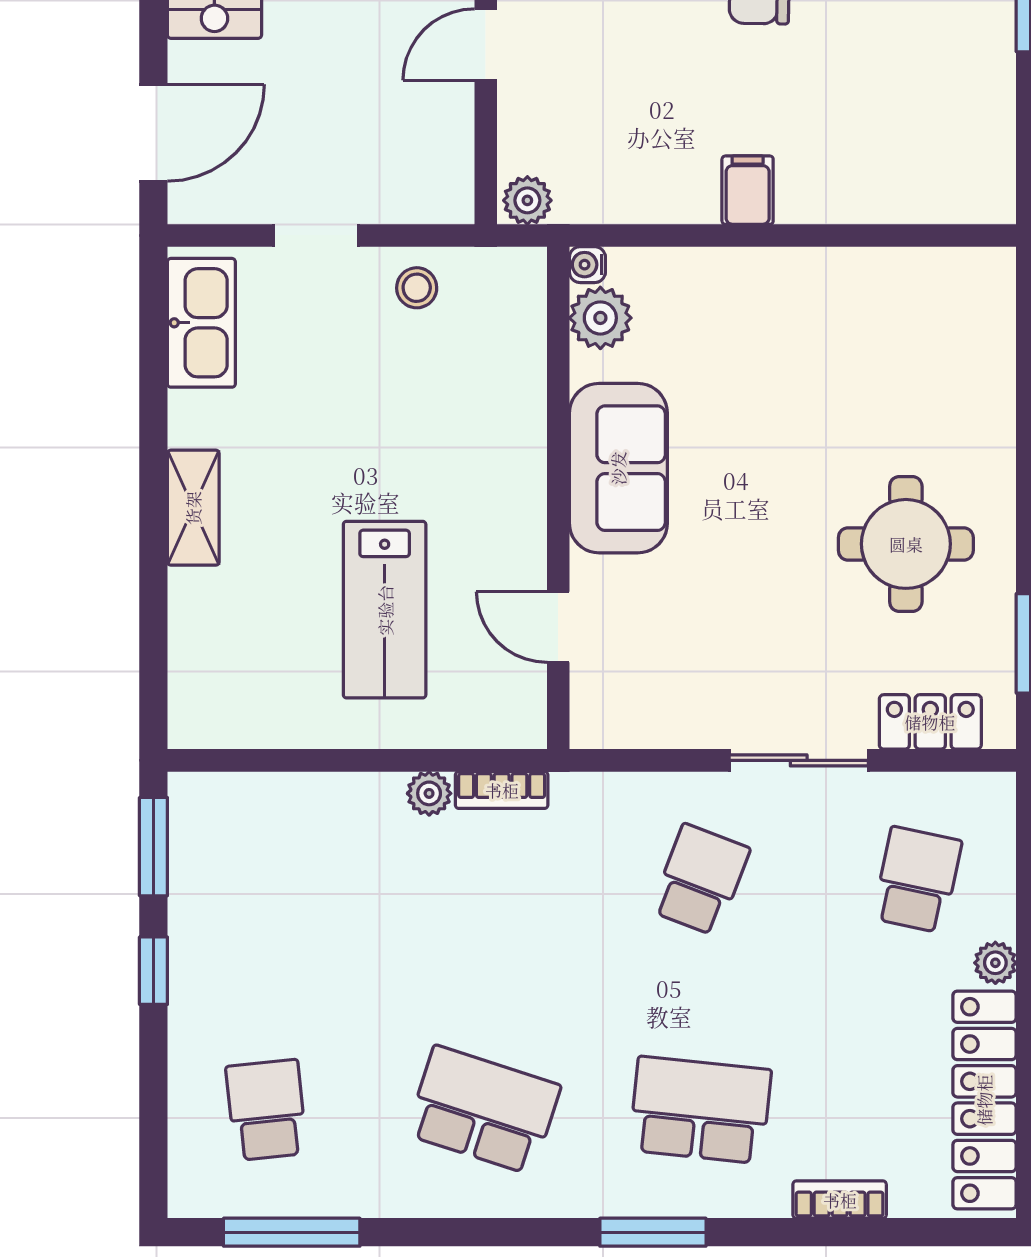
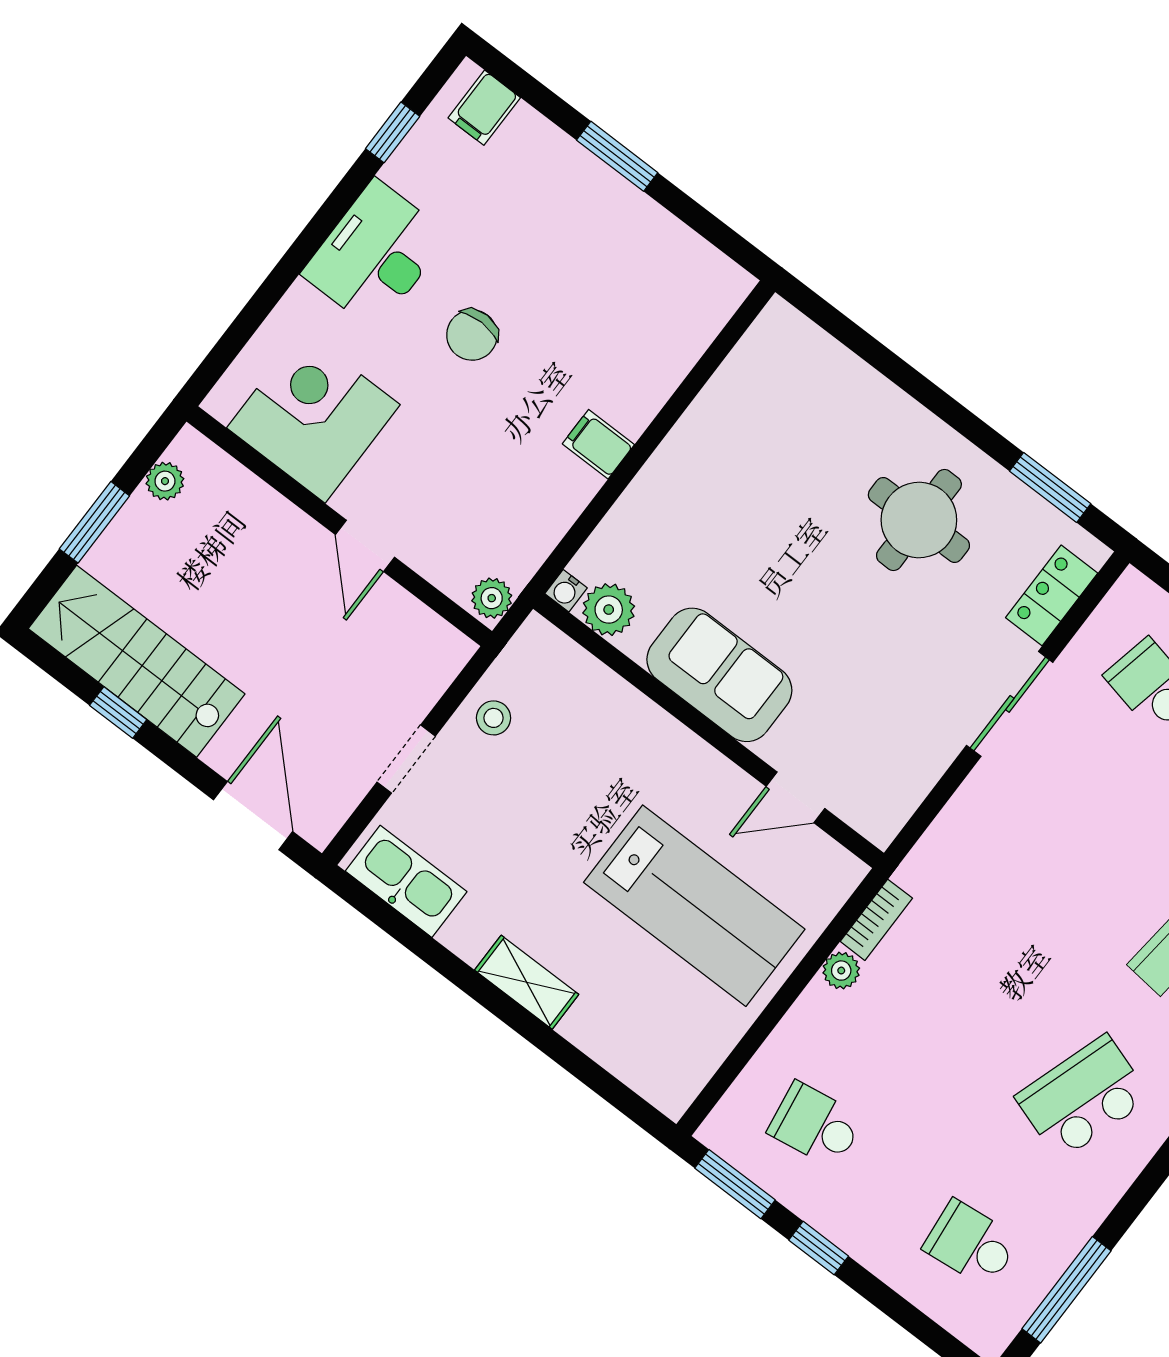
lab bench: (385, 610) -> (694, 906), width x1.36, depth x1.39
school desk: (700, 880) -> (816, 1125), moved, turned -30

